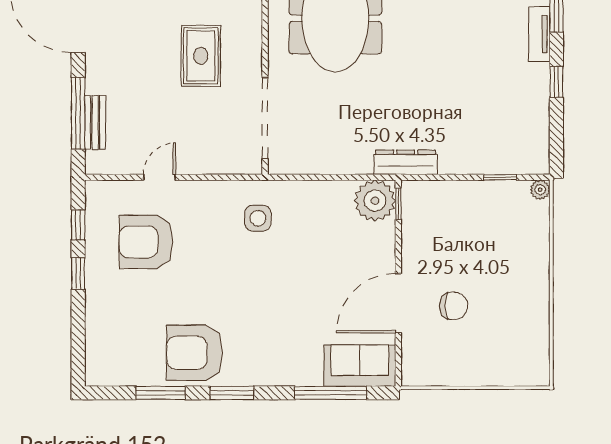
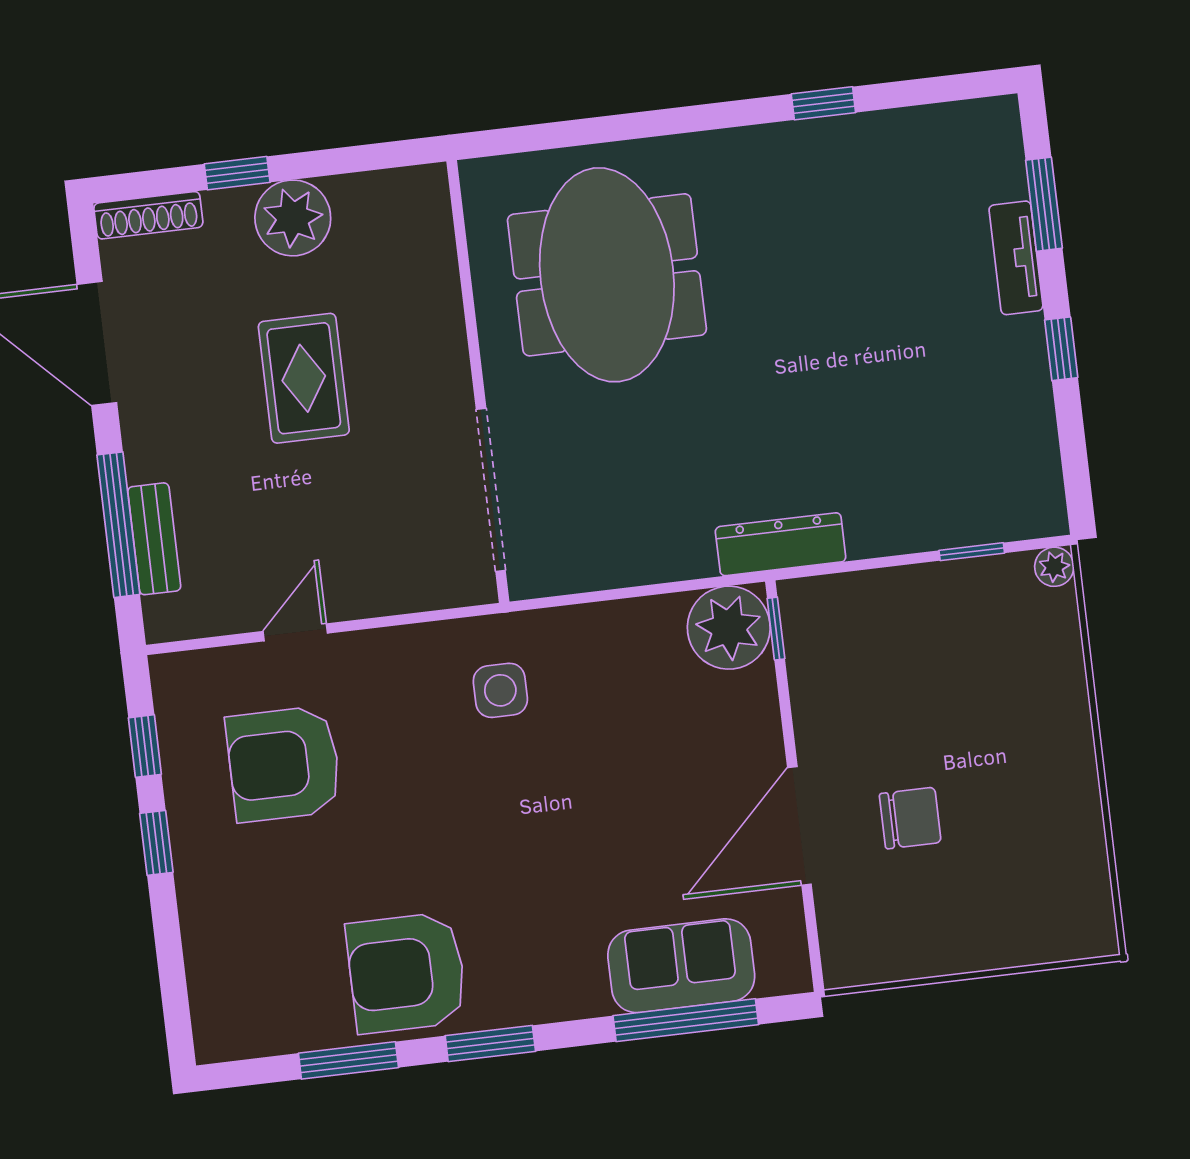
rug: (201, 56) -> (304, 378), moved
sofa: (360, 366) -> (681, 966), moved

